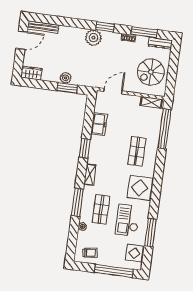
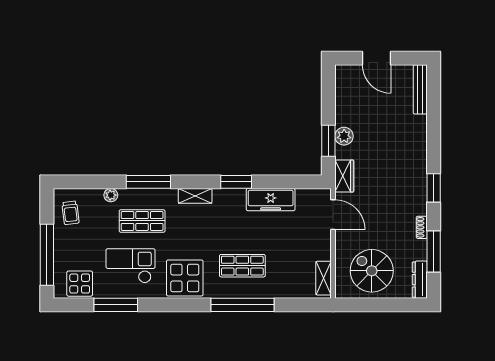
plant: (93, 38) -> (414, 172), removed
door: (22, 40) -> (376, 58), moved
wardrobe: (31, 73) -> (344, 176), moved
freezer: (99, 124) -> (271, 200), width x1.40
window: (165, 129) -> (243, 305), moved

